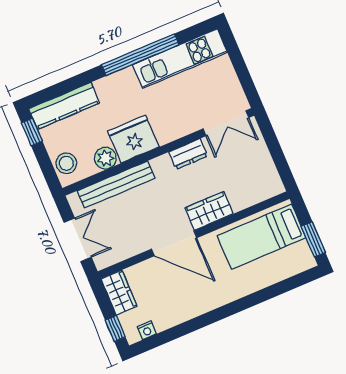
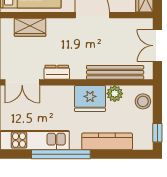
kitchen counter: (64, 106) -> (107, 141), moved
double door: (226, 123) -> (22, 82), swing flipped
wardrobe: (209, 211) -> (30, 27), moved

